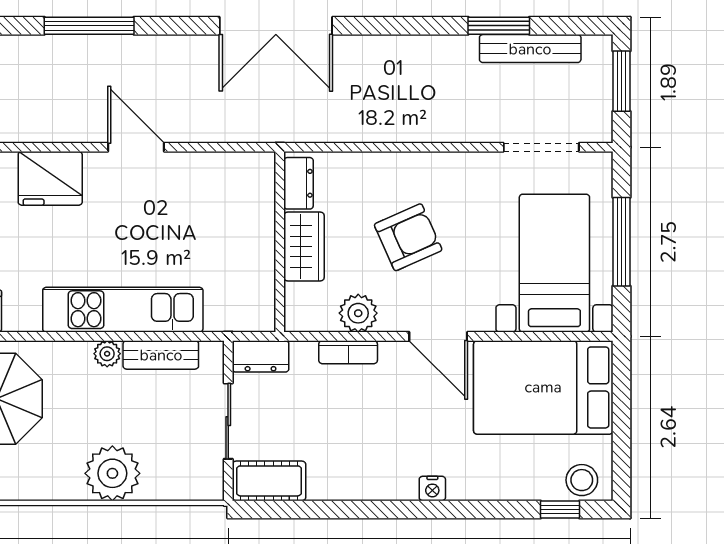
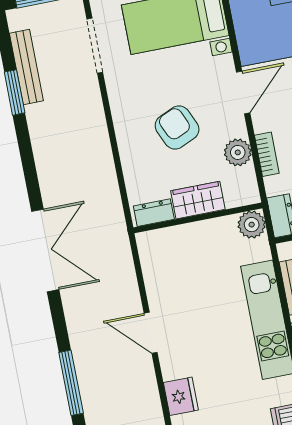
door: (136, 147) -> (151, 333), hinge flipped
fridge: (50, 178) -> (181, 396), width x0.73, depth x0.75
plant: (256, 313) -> (252, 225), added

